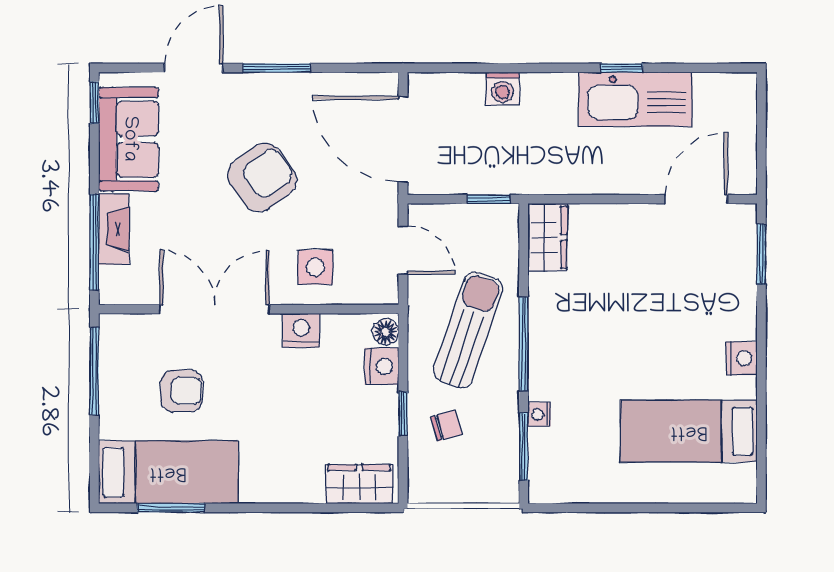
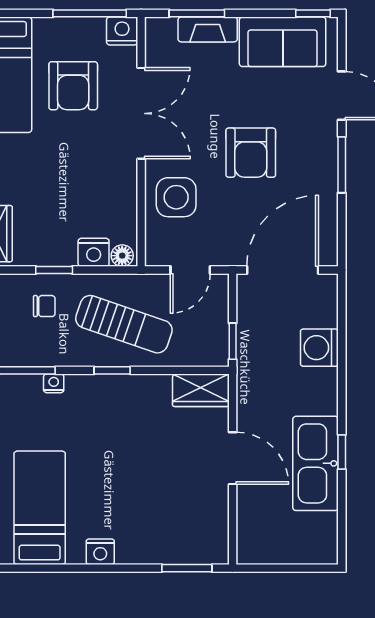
washing machine: (503, 89) -> (319, 348), width x1.38, depth x1.38
armchair: (262, 177) -> (251, 153), turned 36
door: (696, 199) -> (233, 458), moved
window: (94, 242) -> (197, 13), width x0.69
side table: (315, 267) -> (176, 197), width x1.37, depth x1.37
nightstand: (301, 330) -> (122, 31), moved, turned -90
window: (524, 344) -> (112, 370), width x0.46
armchair: (181, 391) -> (73, 86), width x1.38, depth x1.38
chair: (446, 426) -> (44, 306), turned -74

